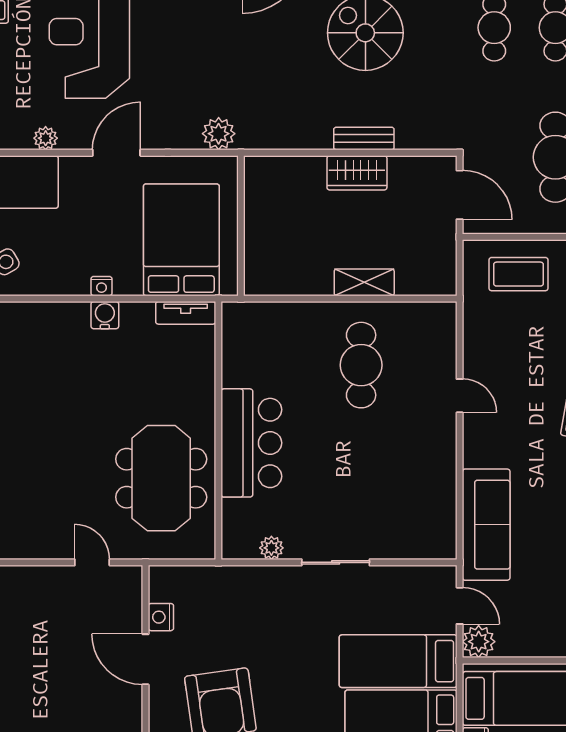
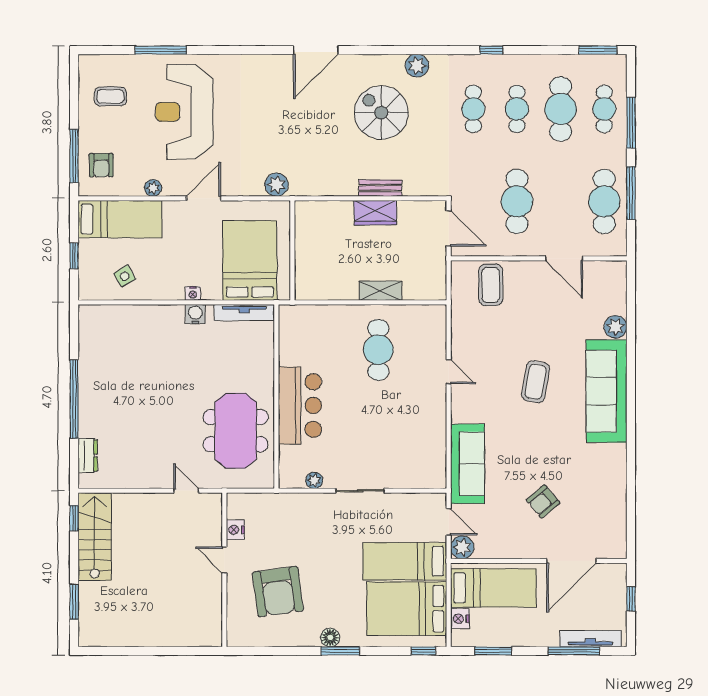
coffee table: (519, 274) -> (491, 285), turned 90
tv unit: (186, 313) -> (244, 313), width x1.41
door: (145, 659) -> (224, 560), width x0.73

